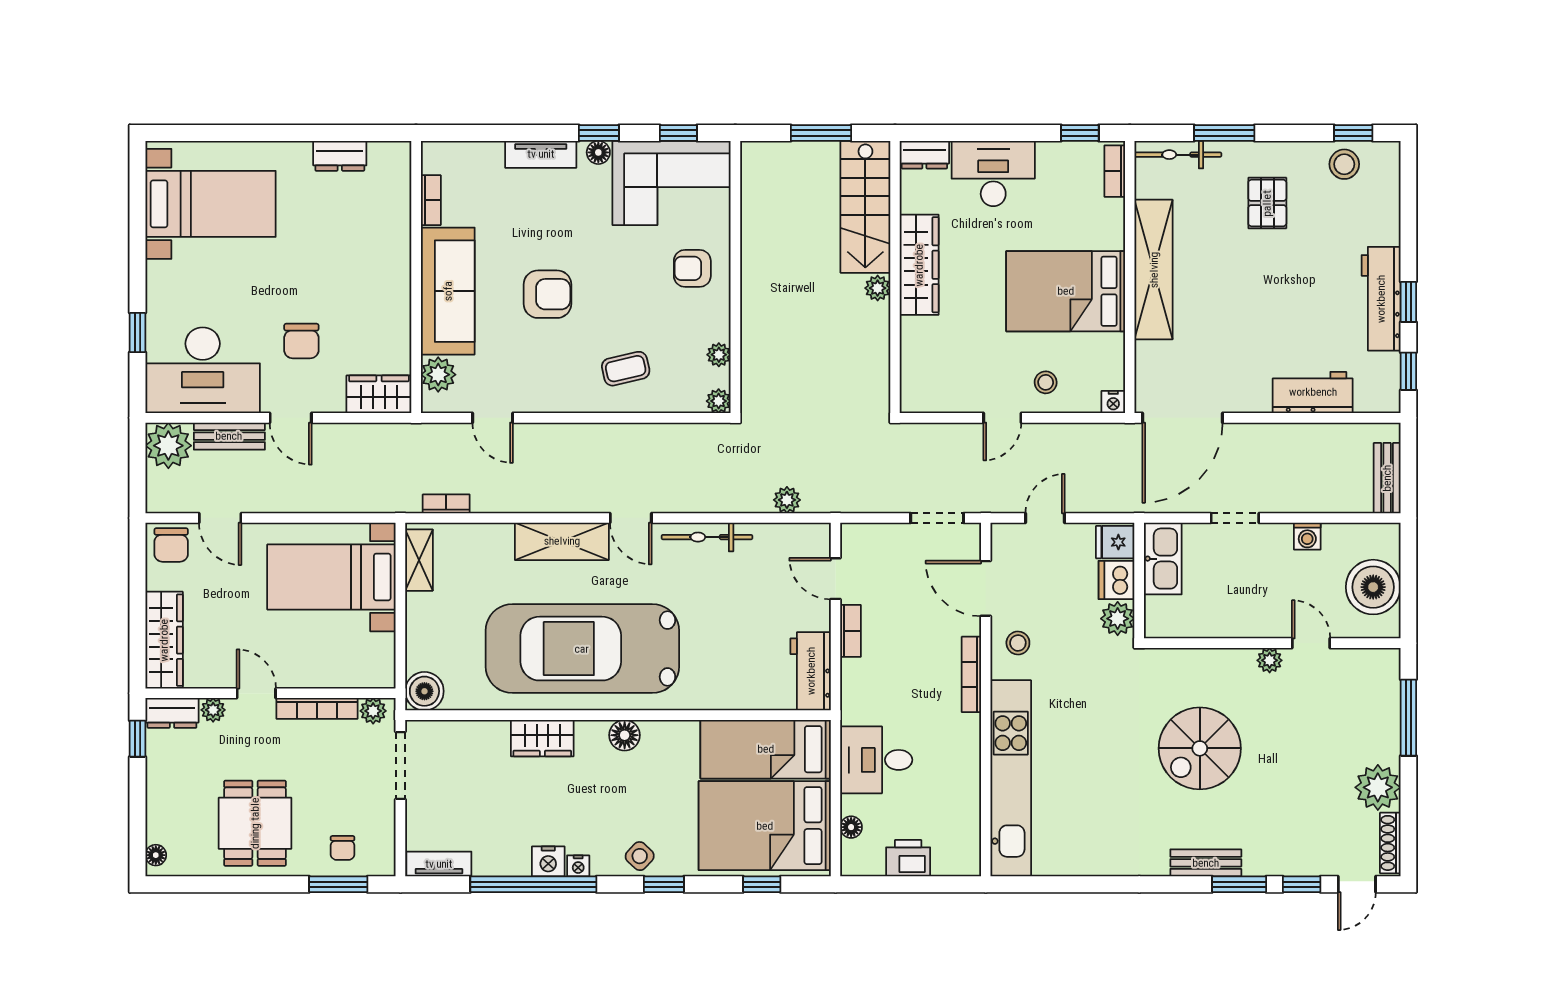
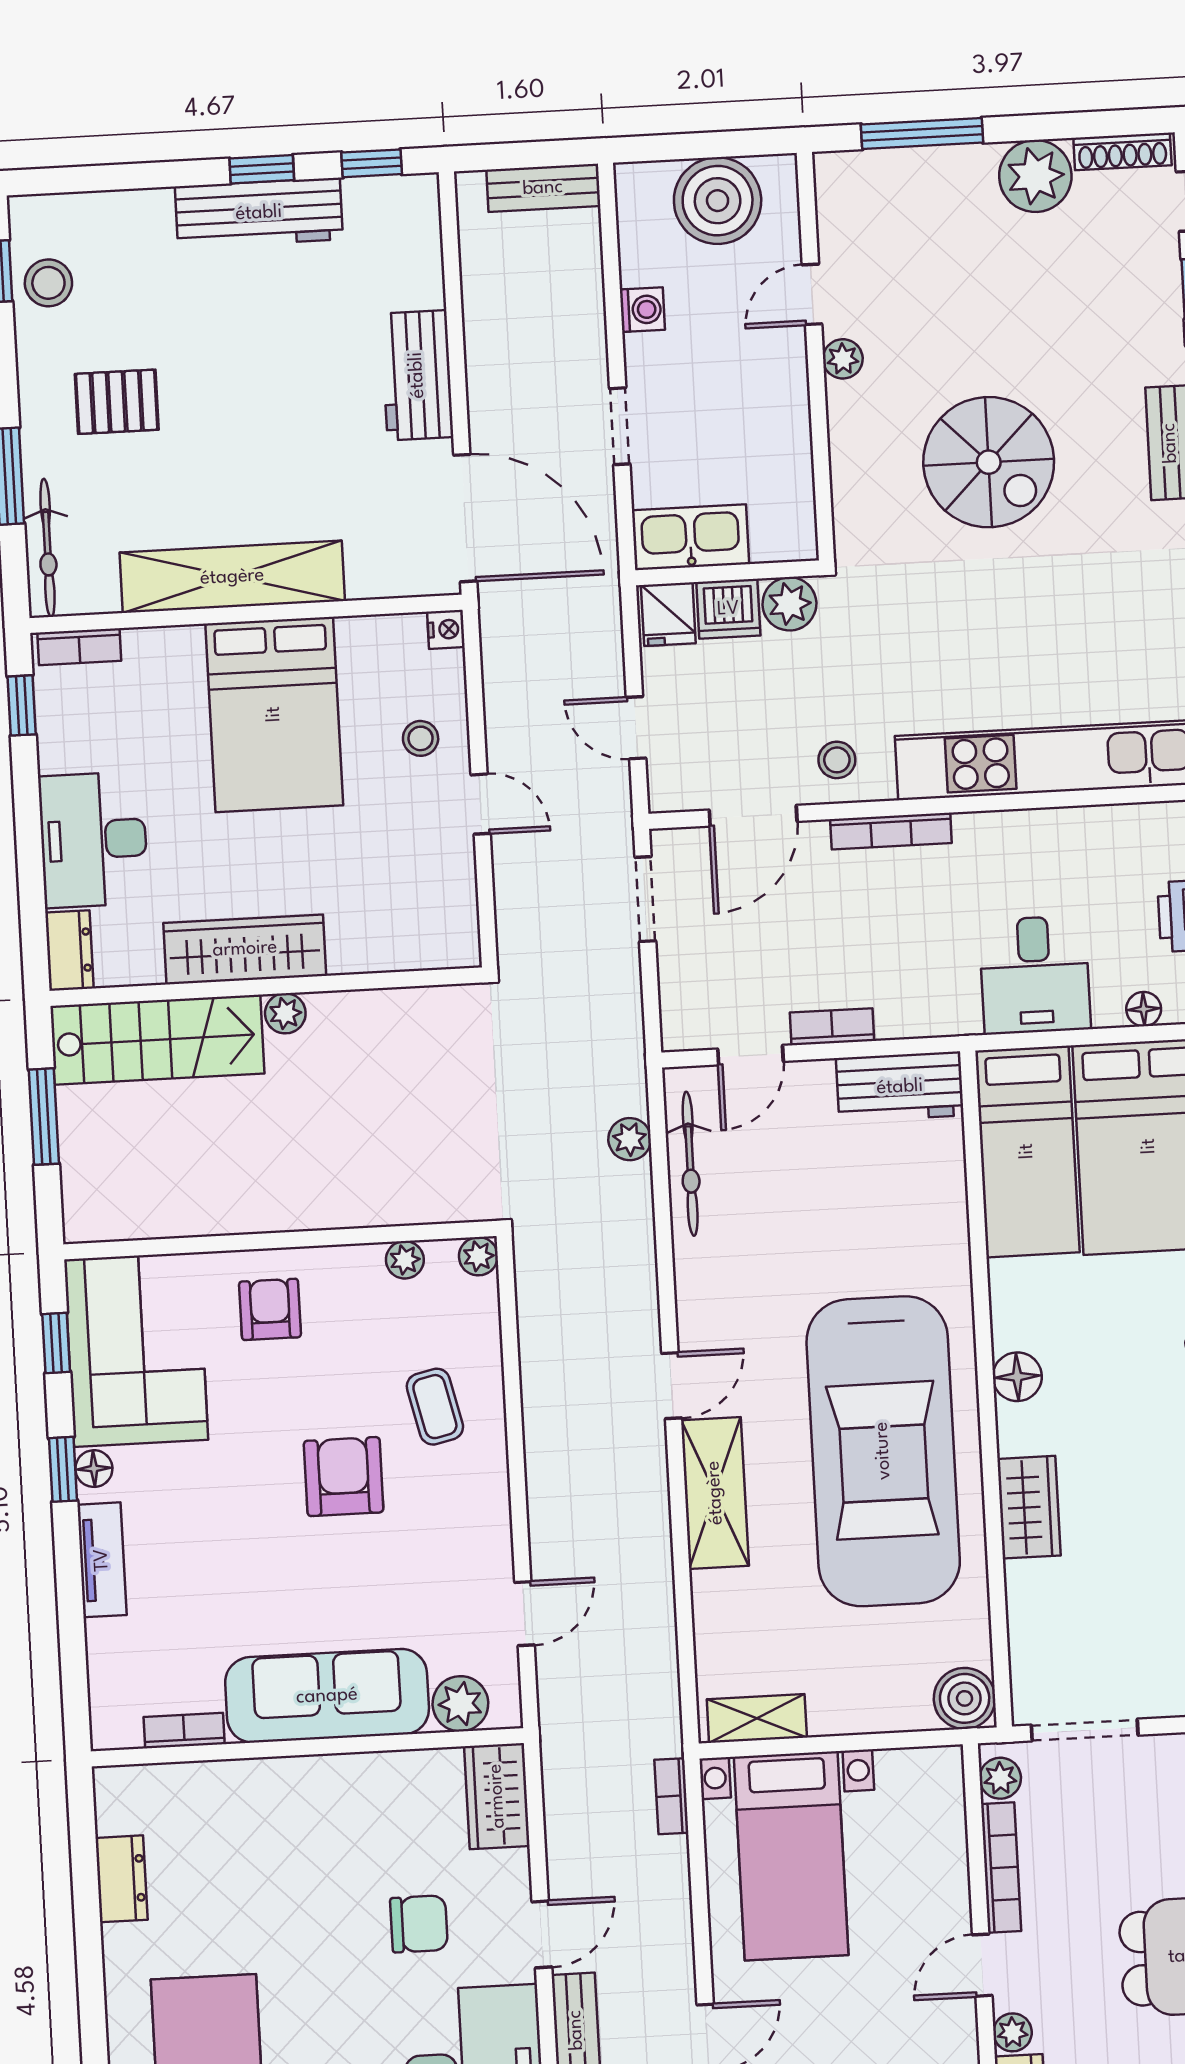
armchair: (692, 268) -> (270, 1309), turned 180
armchair: (547, 294) -> (344, 1477), moved
workbench: (1313, 392) -> (417, 375), moved
bookcase: (446, 504) -> (671, 1796), moved
bicycle: (707, 537) -> (690, 1164), moved

